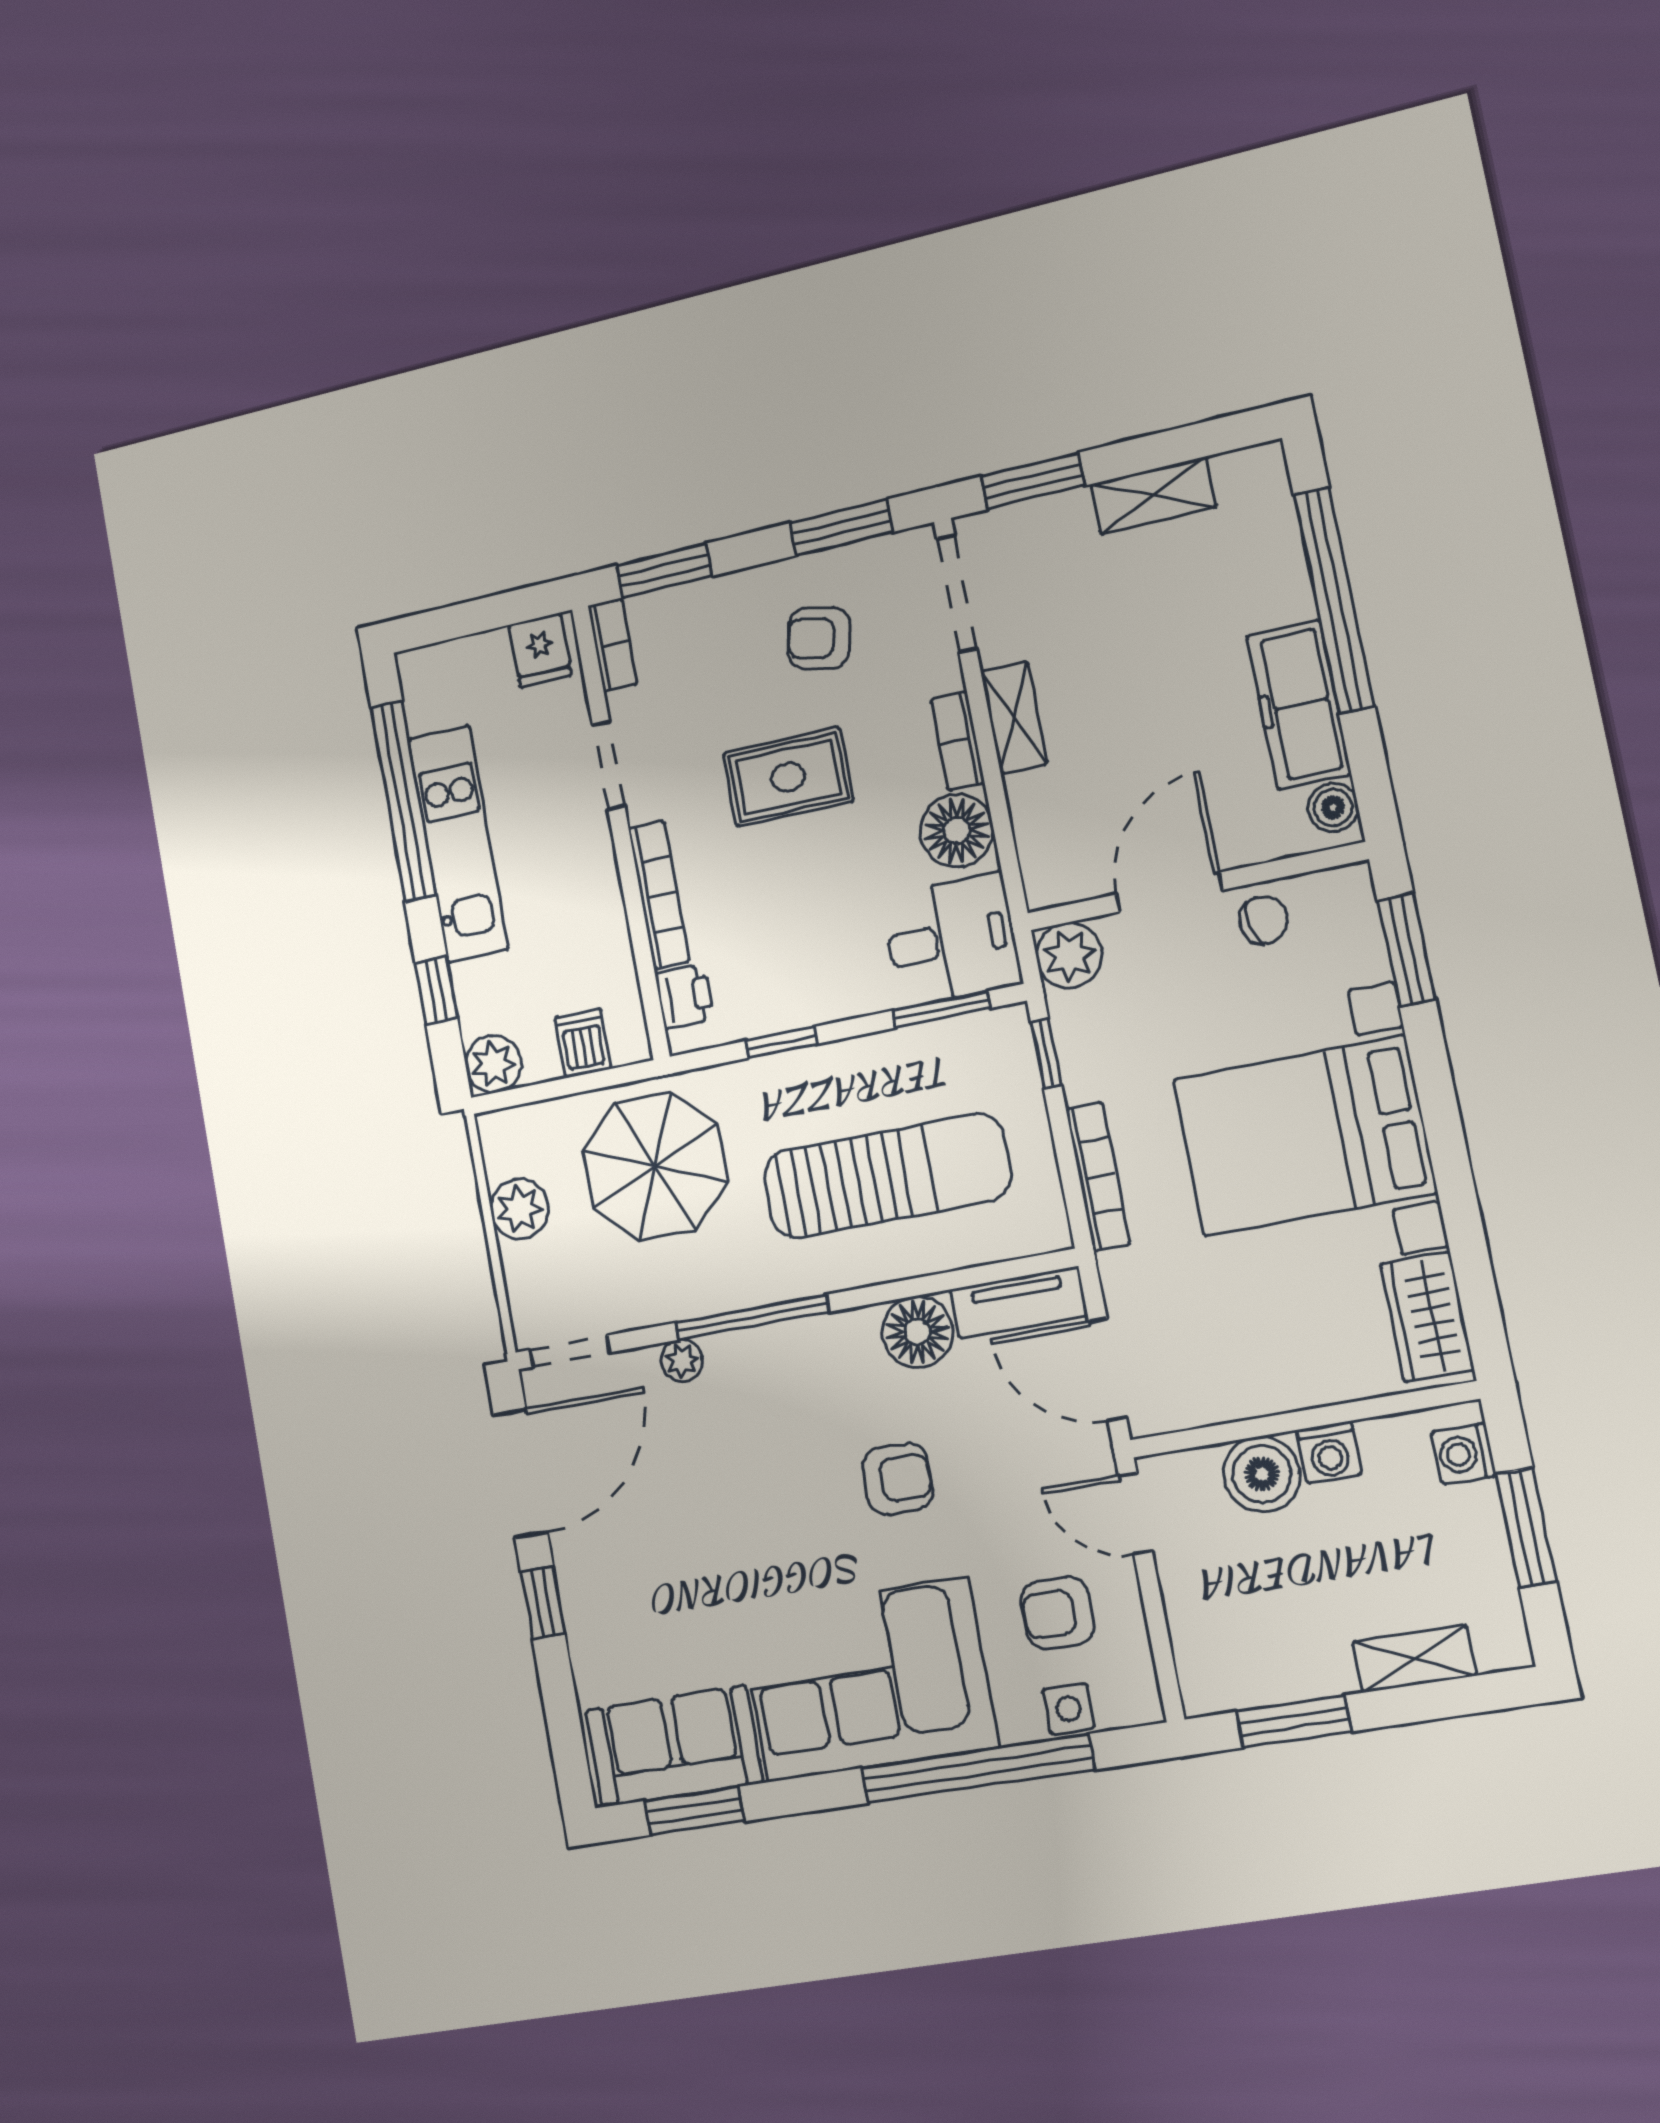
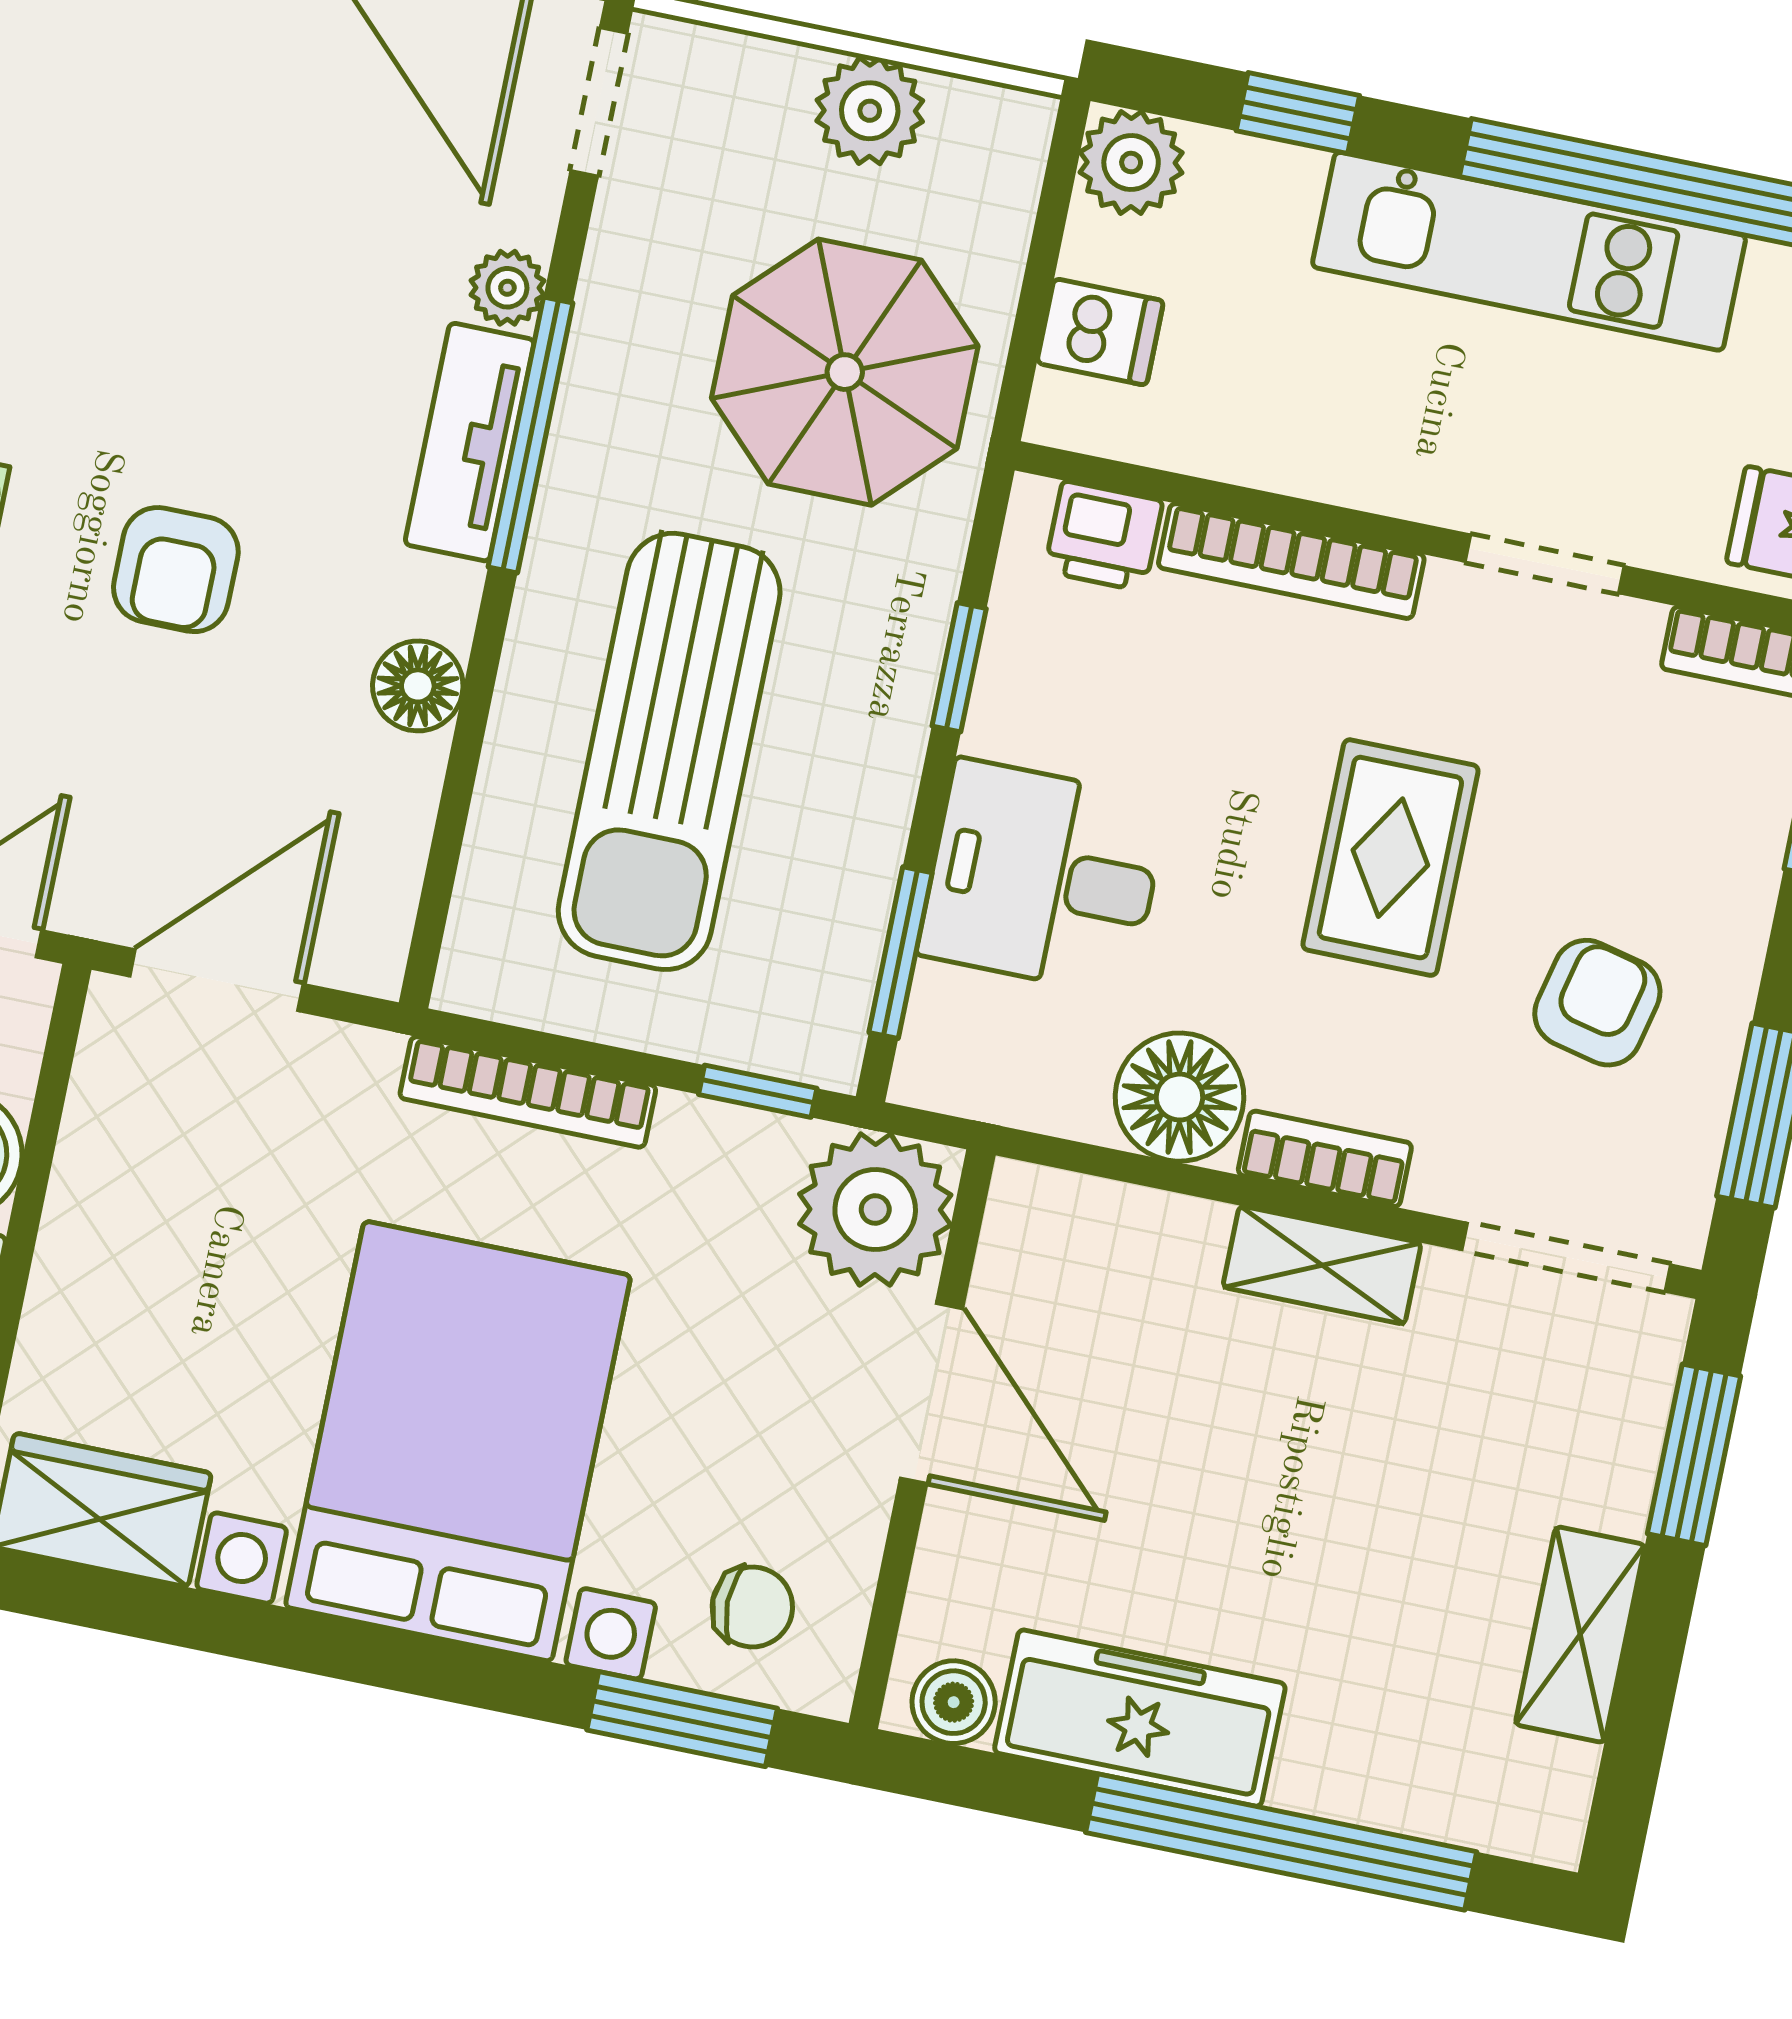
chair: (1264, 920) -> (752, 1607), moved, turned -79
desk: (951, 940) -> (1043, 877), moved, turned 90
plant: (1069, 955) -> (875, 1210), width x1.36, depth x1.36
tv unit: (1019, 1302) -> (470, 442), moved
floor lamp: (918, 1332) -> (418, 686), width x0.73, depth x0.73

